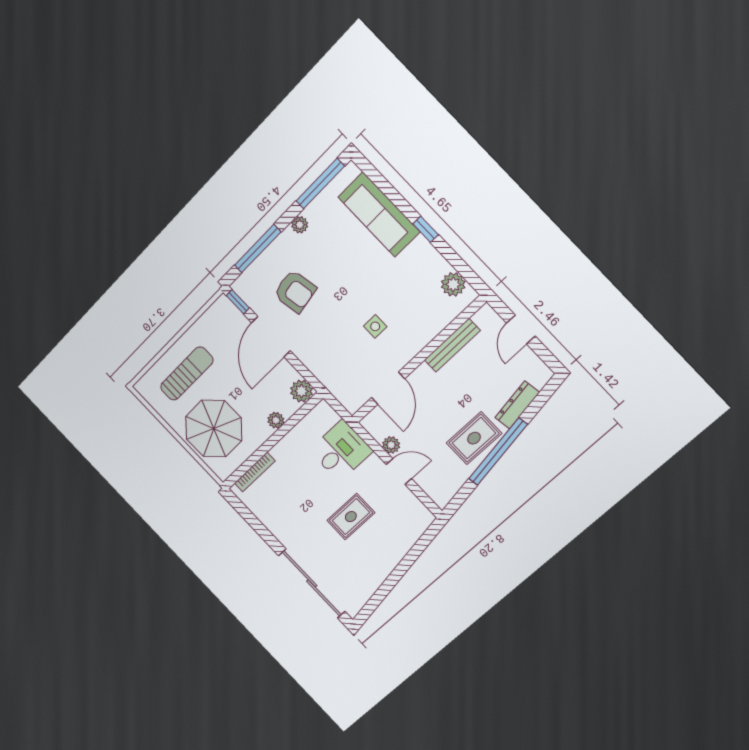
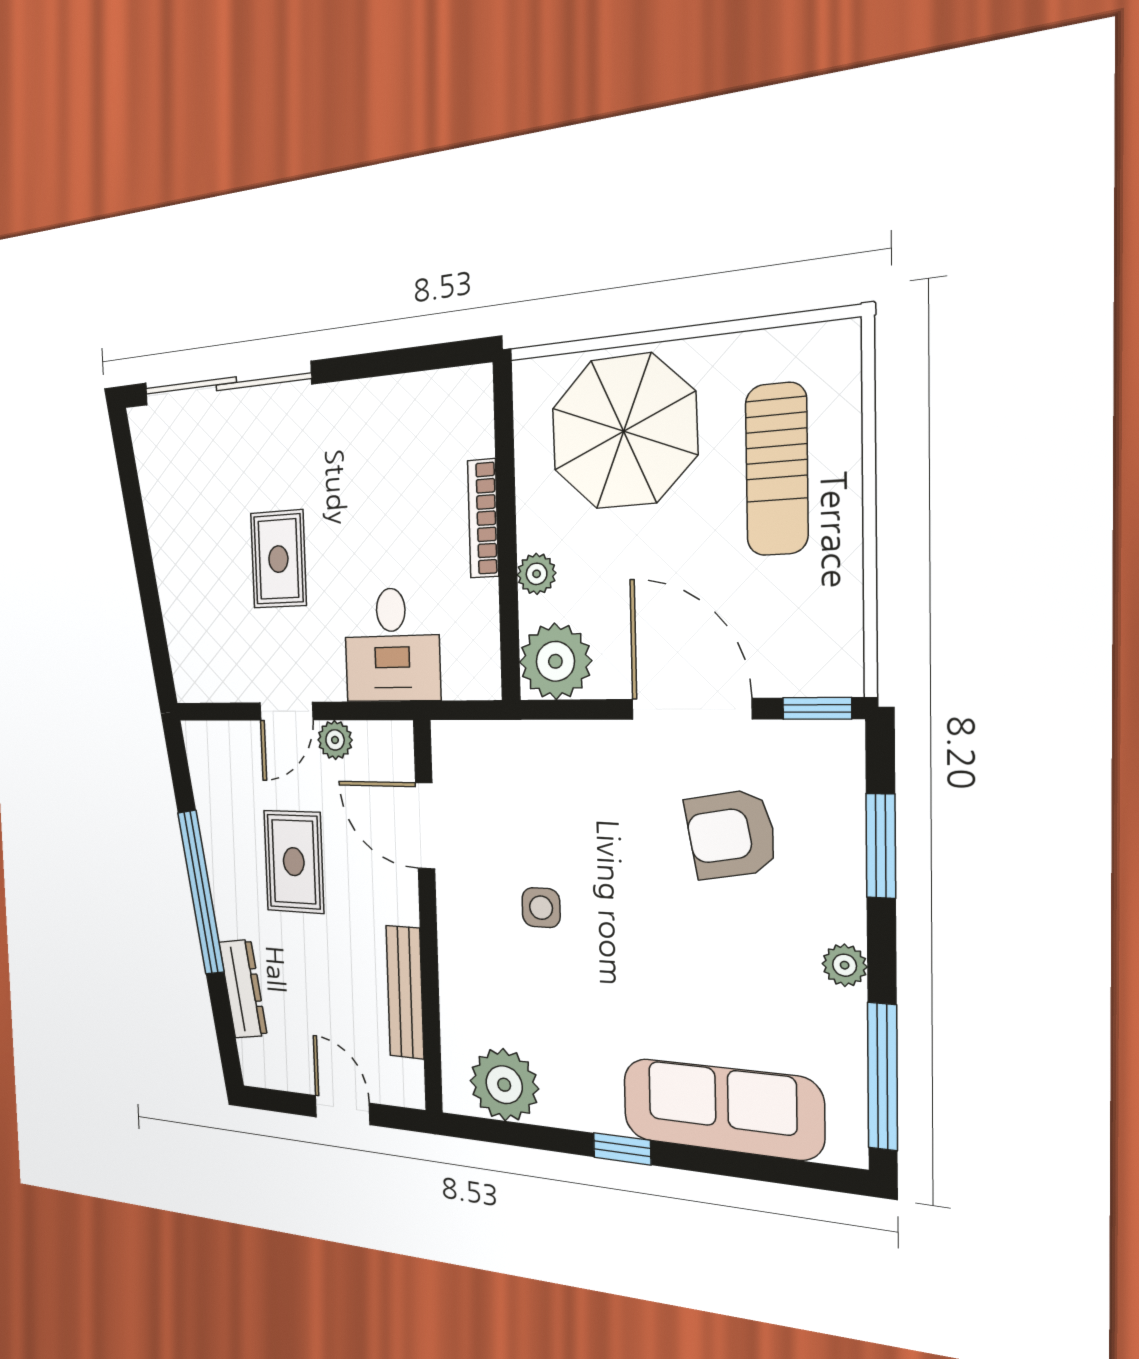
window: (258, 249) -> (881, 846), width x0.69
plant: (453, 284) -> (504, 1085), width x1.36, depth x1.36
plant: (301, 391) -> (555, 661), width x1.36, depth x1.36
rug: (474, 438) -> (294, 862), moved
bookcase: (255, 472) -> (483, 518), moved

